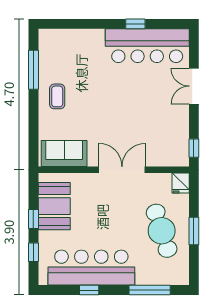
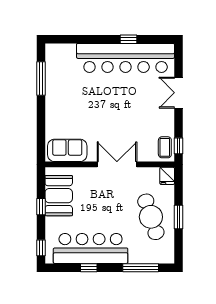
bar counter: (147, 46) -> (126, 58), width x1.36
coffee table: (57, 96) -> (165, 147), moved
window: (33, 252) -> (41, 248), moved

